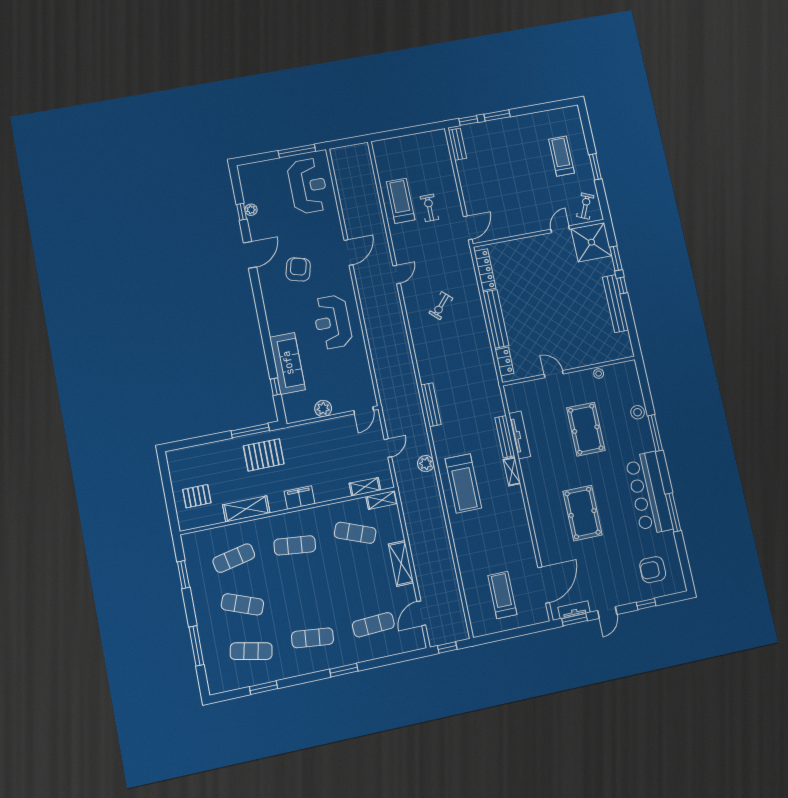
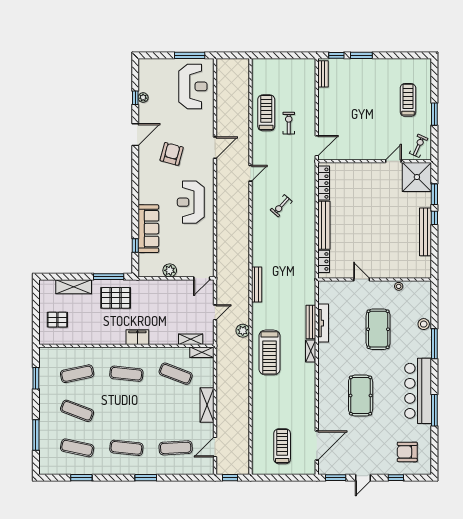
shelving: (246, 509) -> (74, 287), moved
tv unit: (574, 610) -> (337, 470), removed

